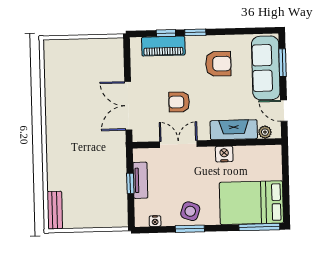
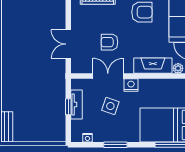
double door: (128, 106) -> (68, 44), width x0.73
nightstand: (224, 154) -> (131, 85), moved
side table: (190, 211) -> (110, 106), moved

